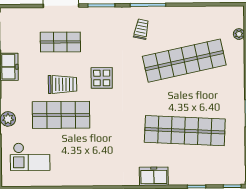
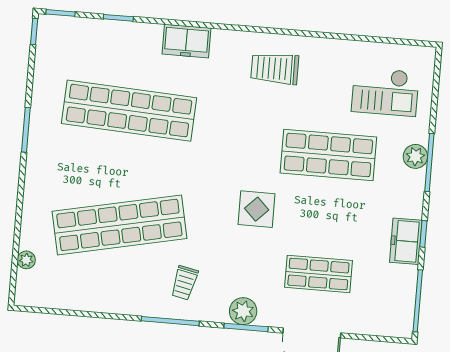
plant: (104, 15) -> (243, 311), added
trolley: (62, 84) -> (275, 68), moved
checkout: (30, 157) -> (385, 92), turned 180

